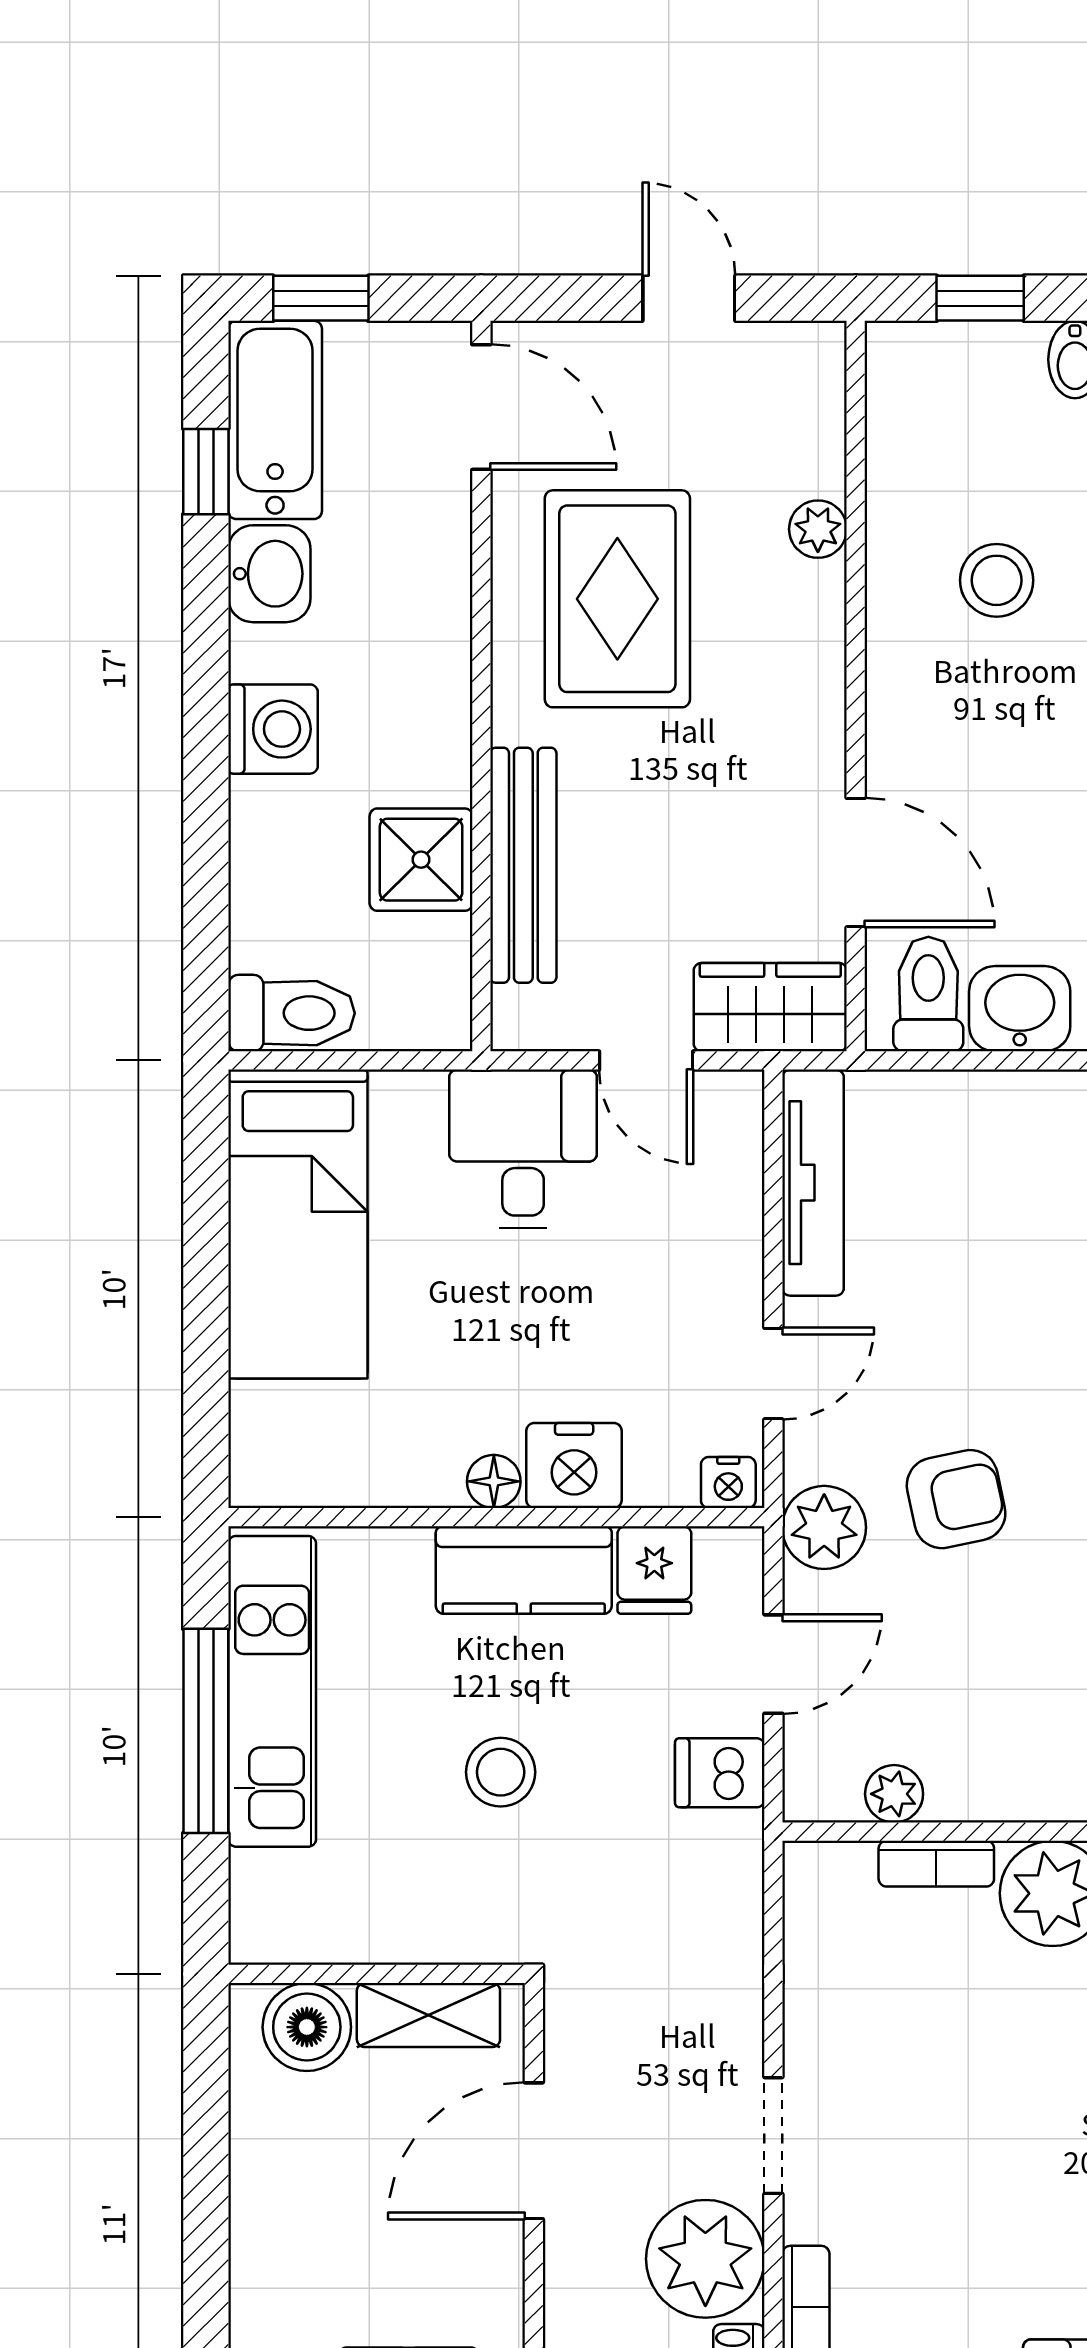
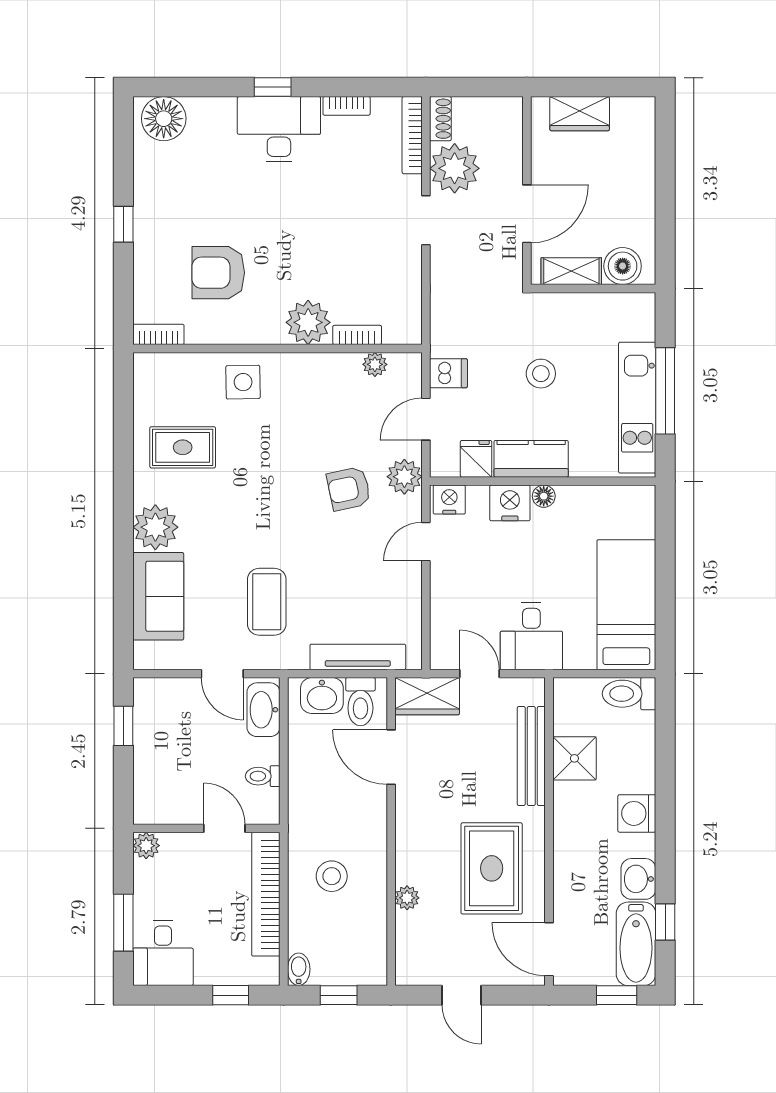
tv unit: (813, 1183) -> (358, 657), moved, turned 90
nightstand: (728, 1482) -> (449, 500), width x1.39, depth x1.35

